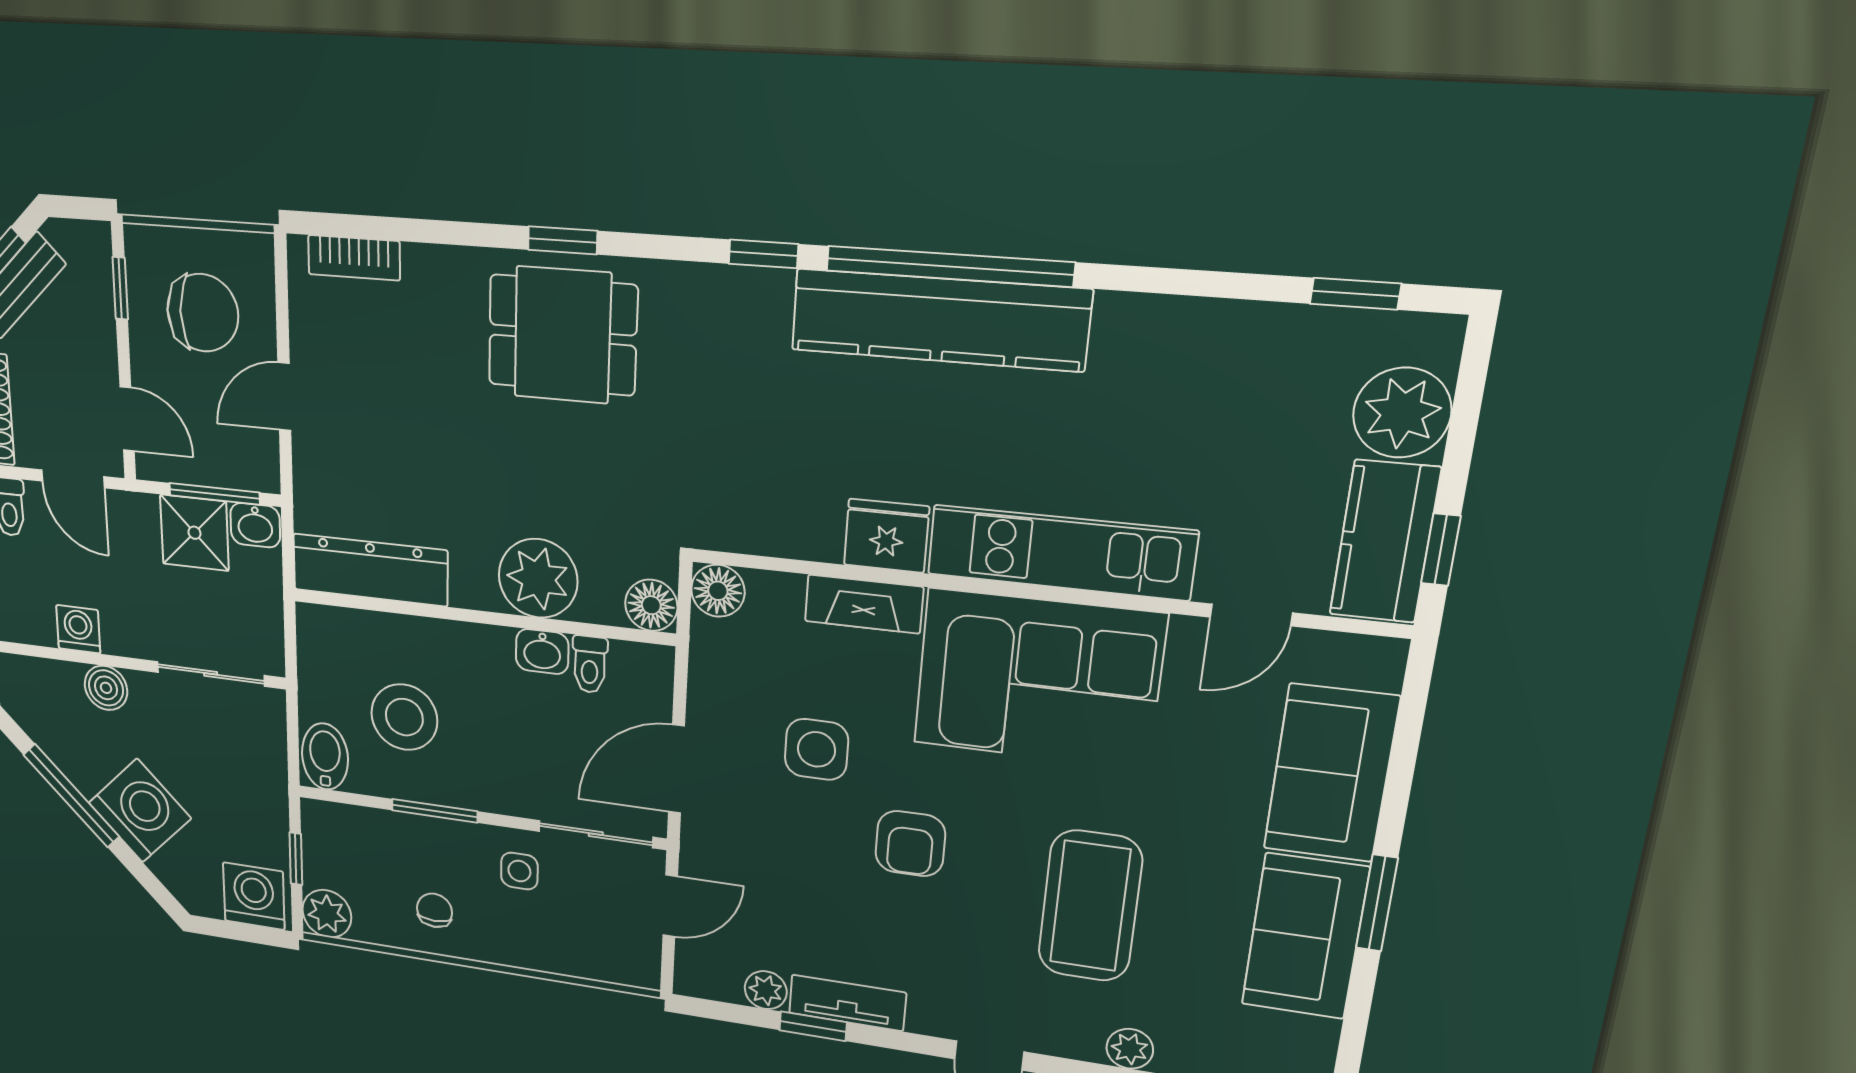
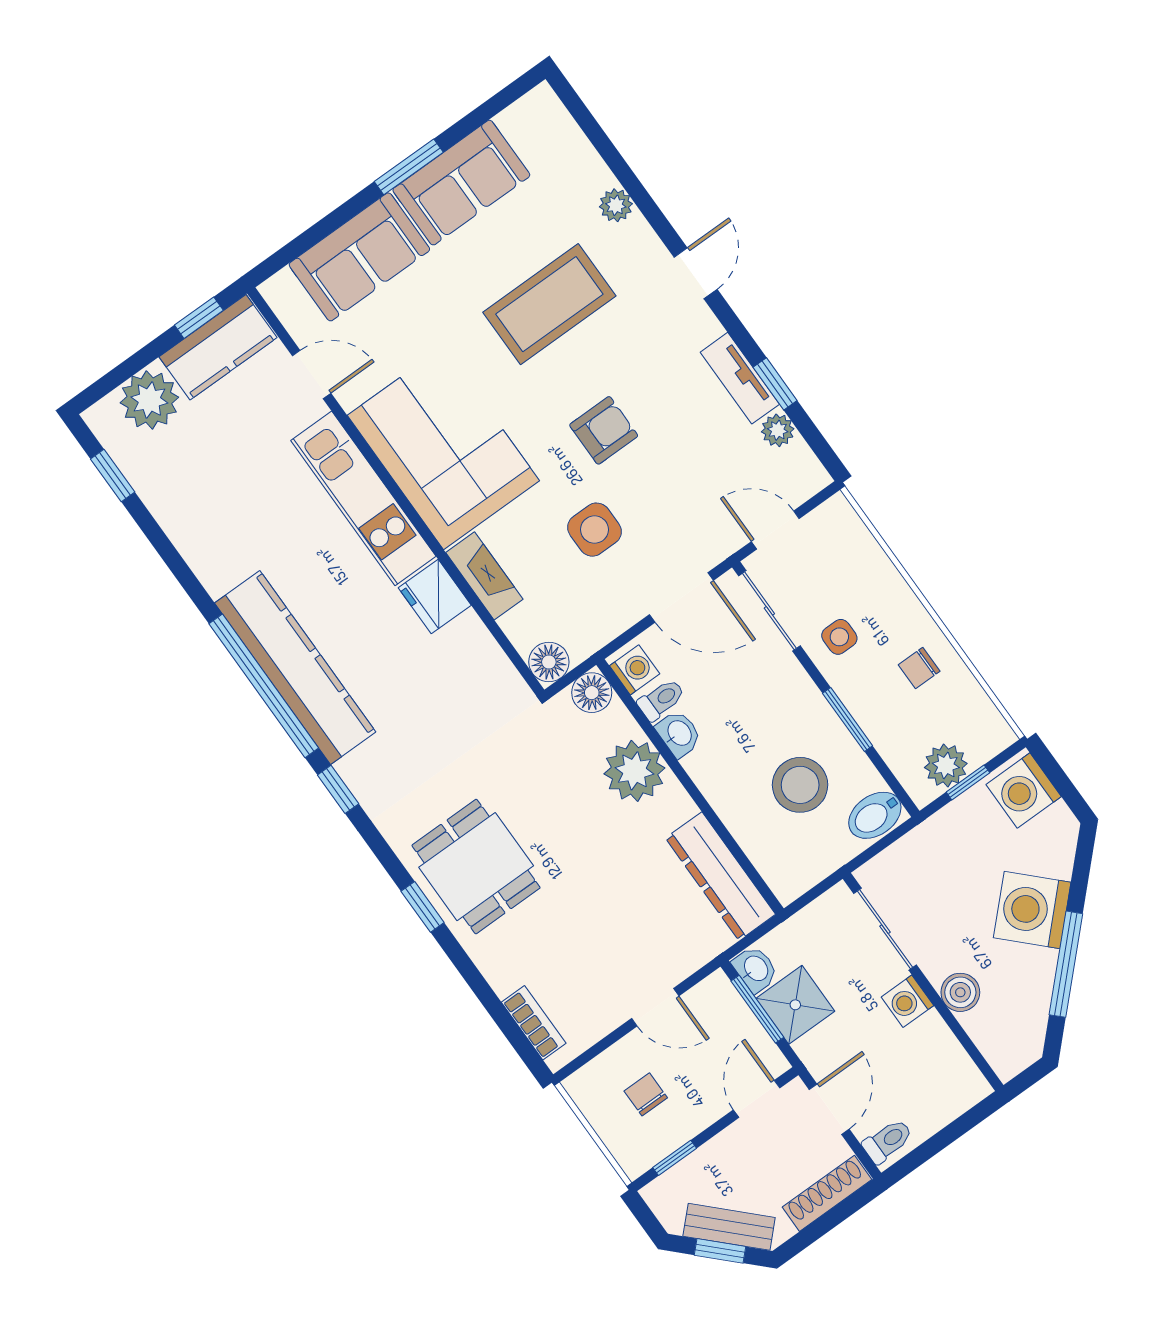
chair: (203, 313) -> (646, 1094), width x0.54, depth x0.54
washing machine: (78, 629) -> (907, 1001), moved
washing machine: (641, 665) -> (635, 670), added
plant: (327, 914) -> (946, 765), moved

